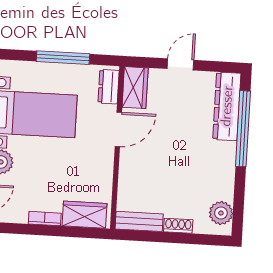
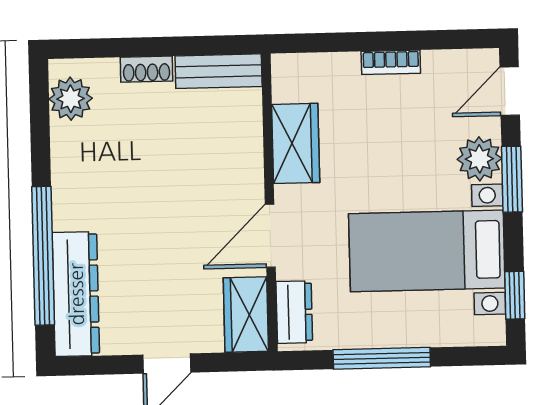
wardrobe: (84, 215) -> (296, 143), moved, turned -90

